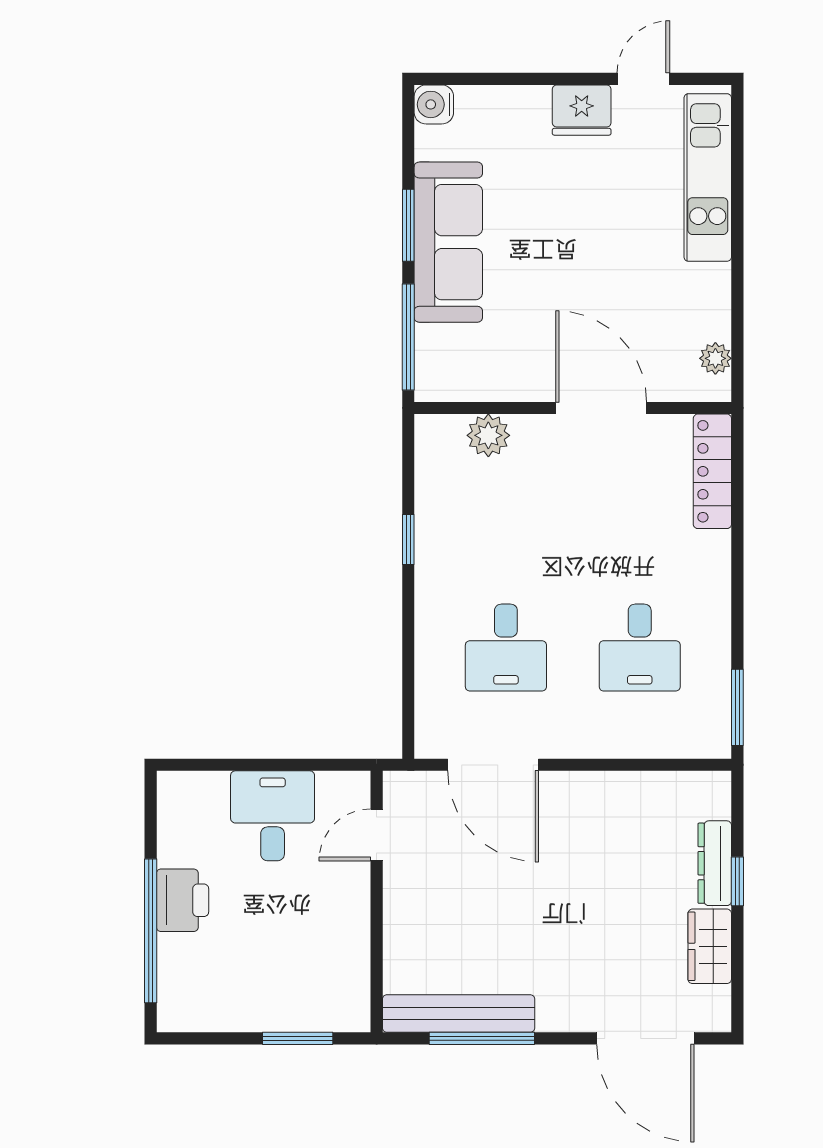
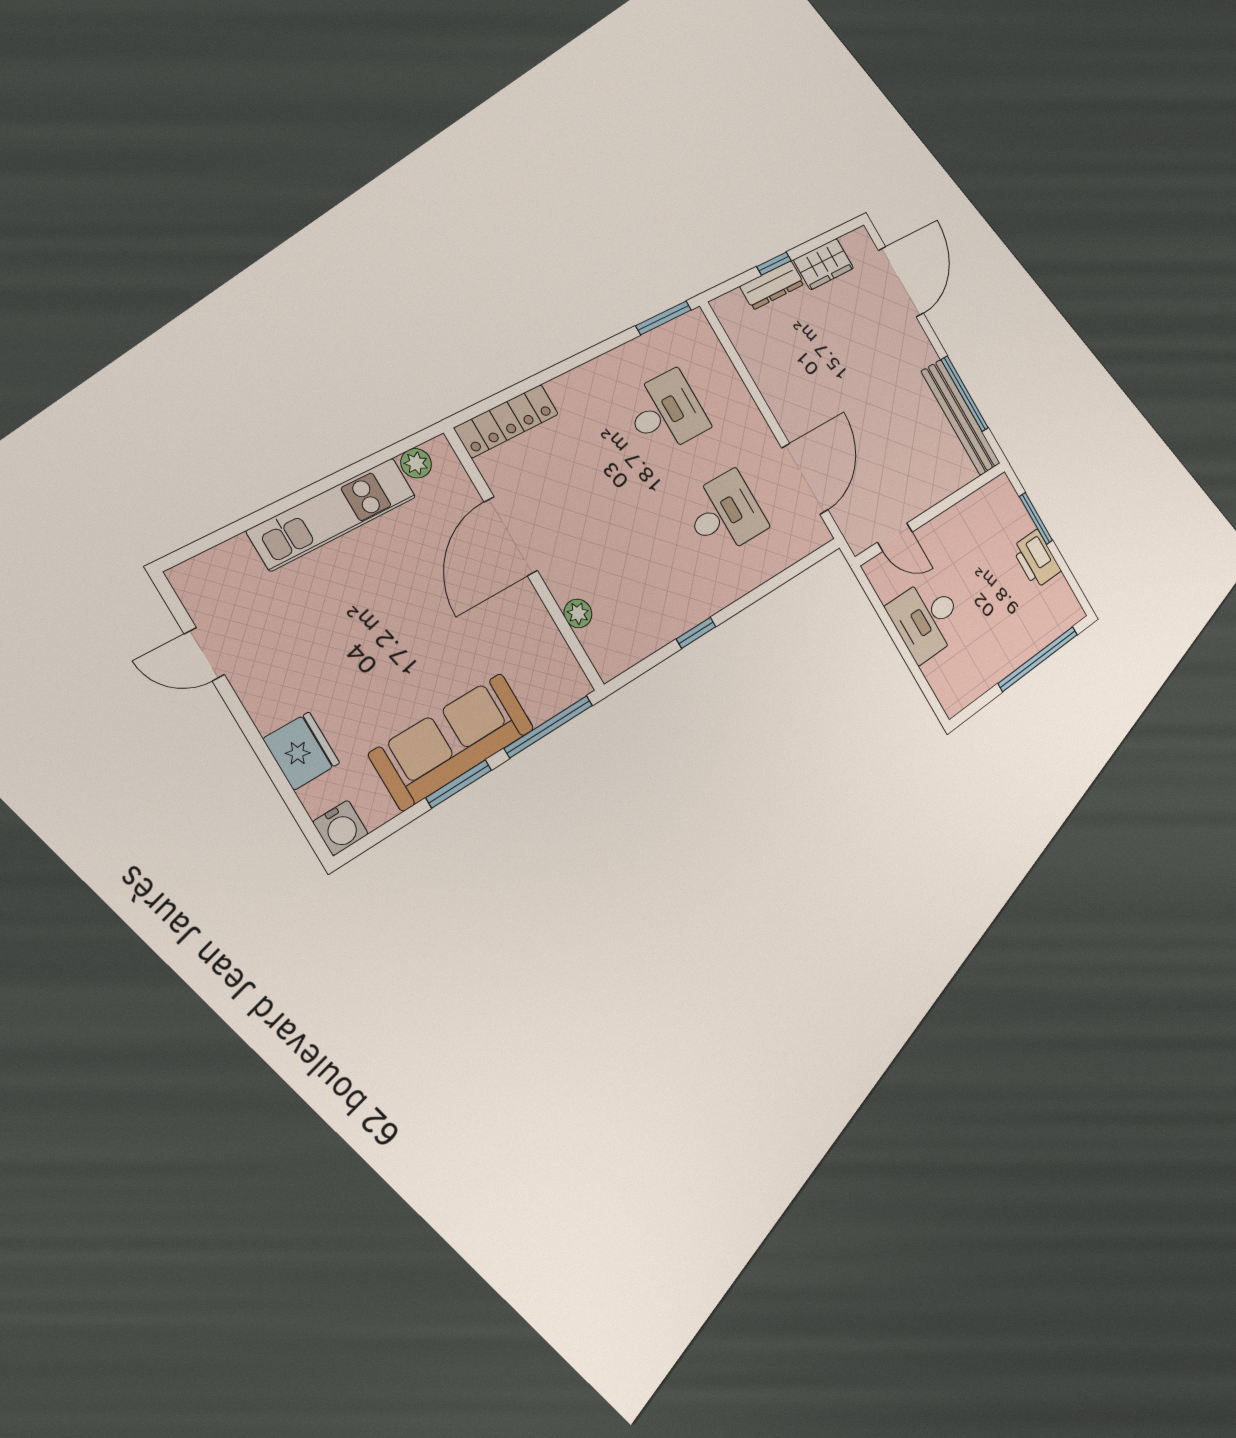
fridge: (582, 110) -> (301, 751), moved
kitchen unit: (708, 177) -> (333, 514), moved
plant: (488, 435) -> (578, 613), width x0.73, depth x0.73
printer: (183, 900) -> (1036, 559), moved, turned -90

